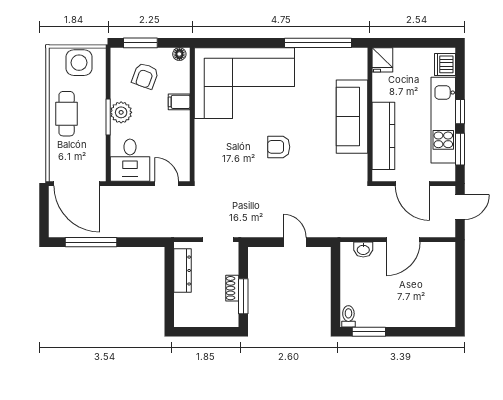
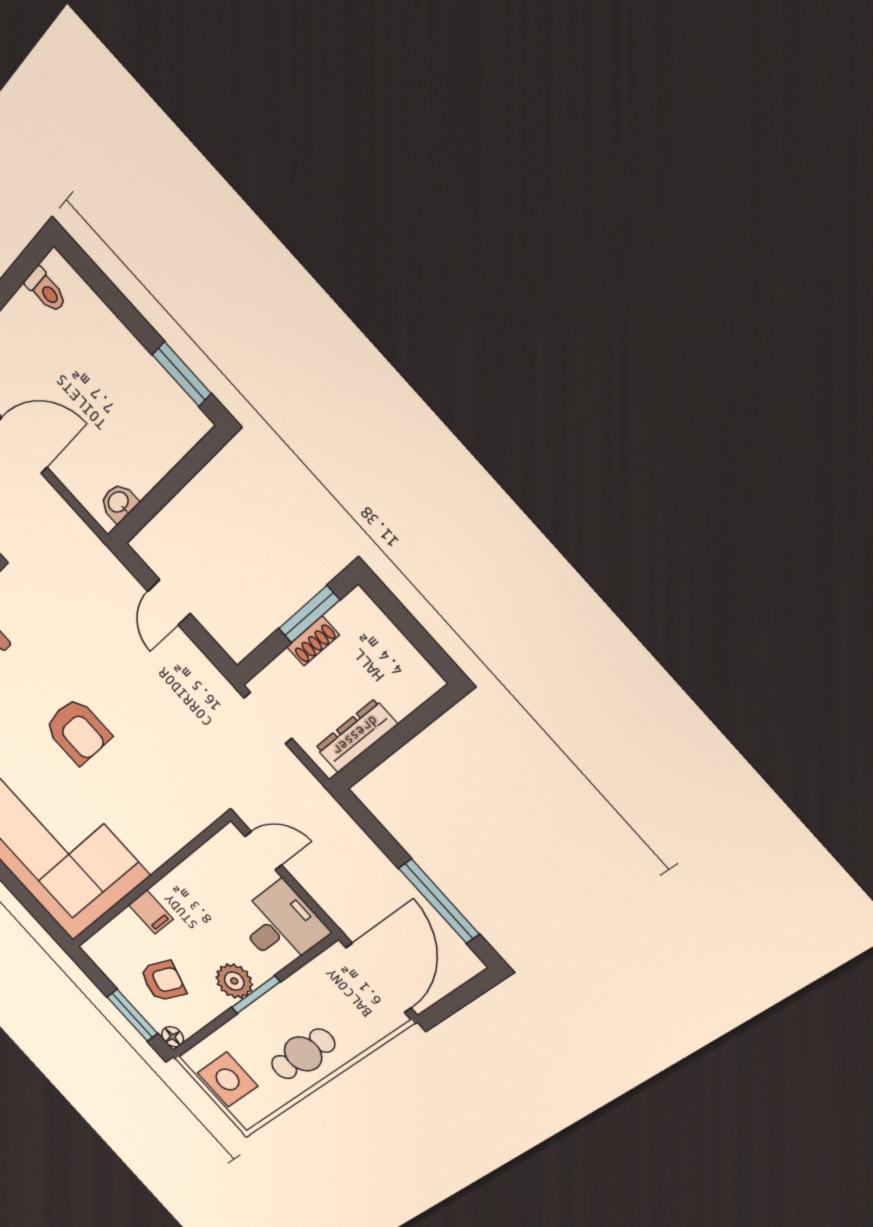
floor lamp: (179, 54) -> (173, 1037), moved
armchair: (279, 147) -> (78, 731), width x1.38, depth x1.38
door: (167, 184) -> (263, 851), swing flipped
washbasin: (363, 249) -> (119, 503), moved, turned -90
toilet: (348, 316) -> (46, 290), moved, turned -90

